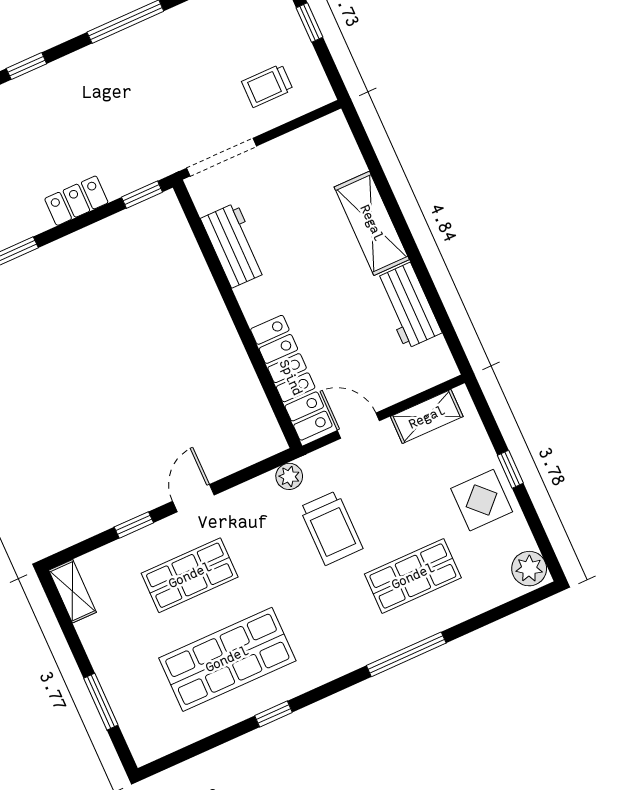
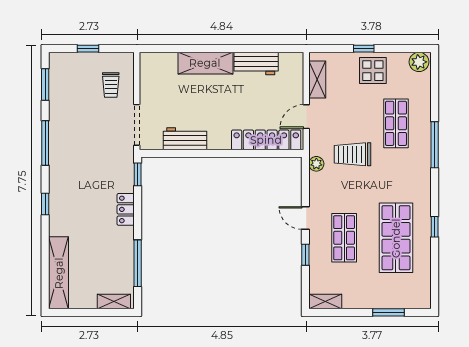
trolley: (331, 528) -> (352, 154), turned 180

